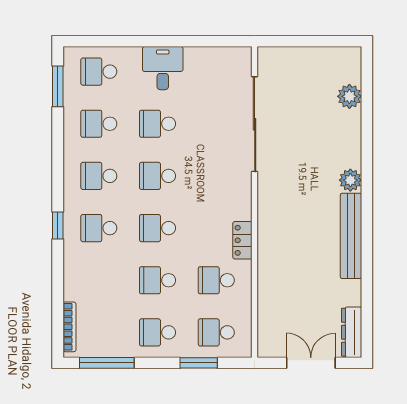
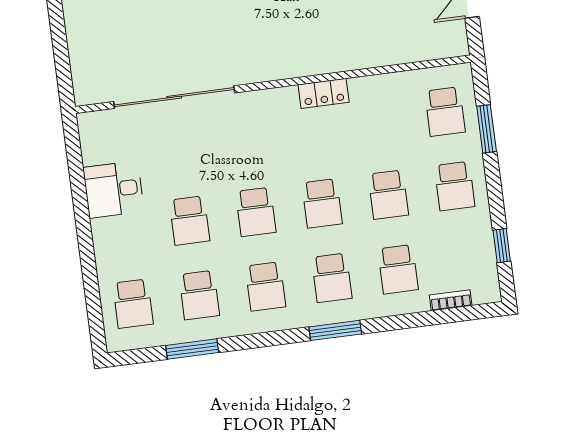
desk: (163, 68) -> (114, 189), moved
window: (58, 86) -> (192, 349), moved
window: (58, 226) -> (335, 330), width x1.50
school desk: (216, 280) -> (398, 269), moved
bookcase: (69, 327) -> (451, 300), width x0.64
window: (107, 363) -> (502, 246), width x0.46

